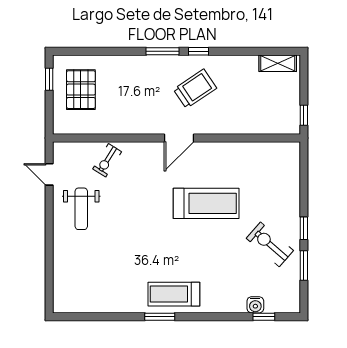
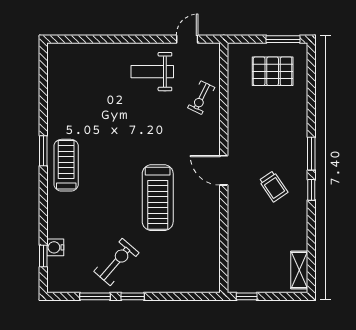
window: (49, 79) -> (283, 39), width x1.50
trolley: (195, 89) -> (273, 186), width x0.73, depth x0.72
exercise bike: (107, 160) -> (201, 98), turned -96

